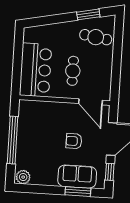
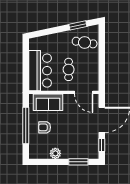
armchair: (74, 141) -> (45, 127), moved
plant: (23, 177) -> (55, 153), moved
sofa: (77, 177) -> (48, 102), moved, turned 180

